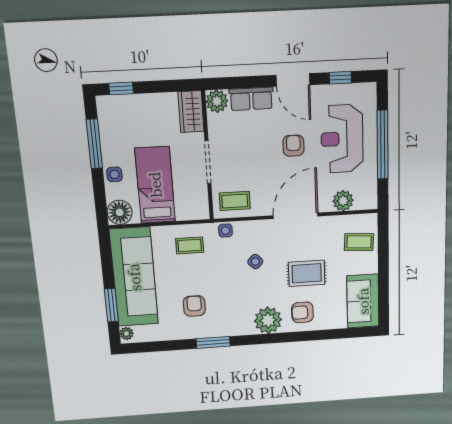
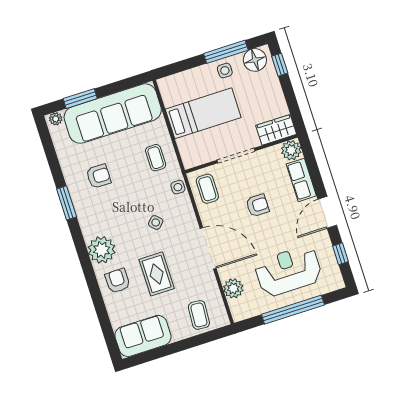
armchair: (293, 146) -> (257, 205), moved
side table: (114, 174) -> (225, 71), moved
floor lamp: (120, 212) -> (255, 60), moved

